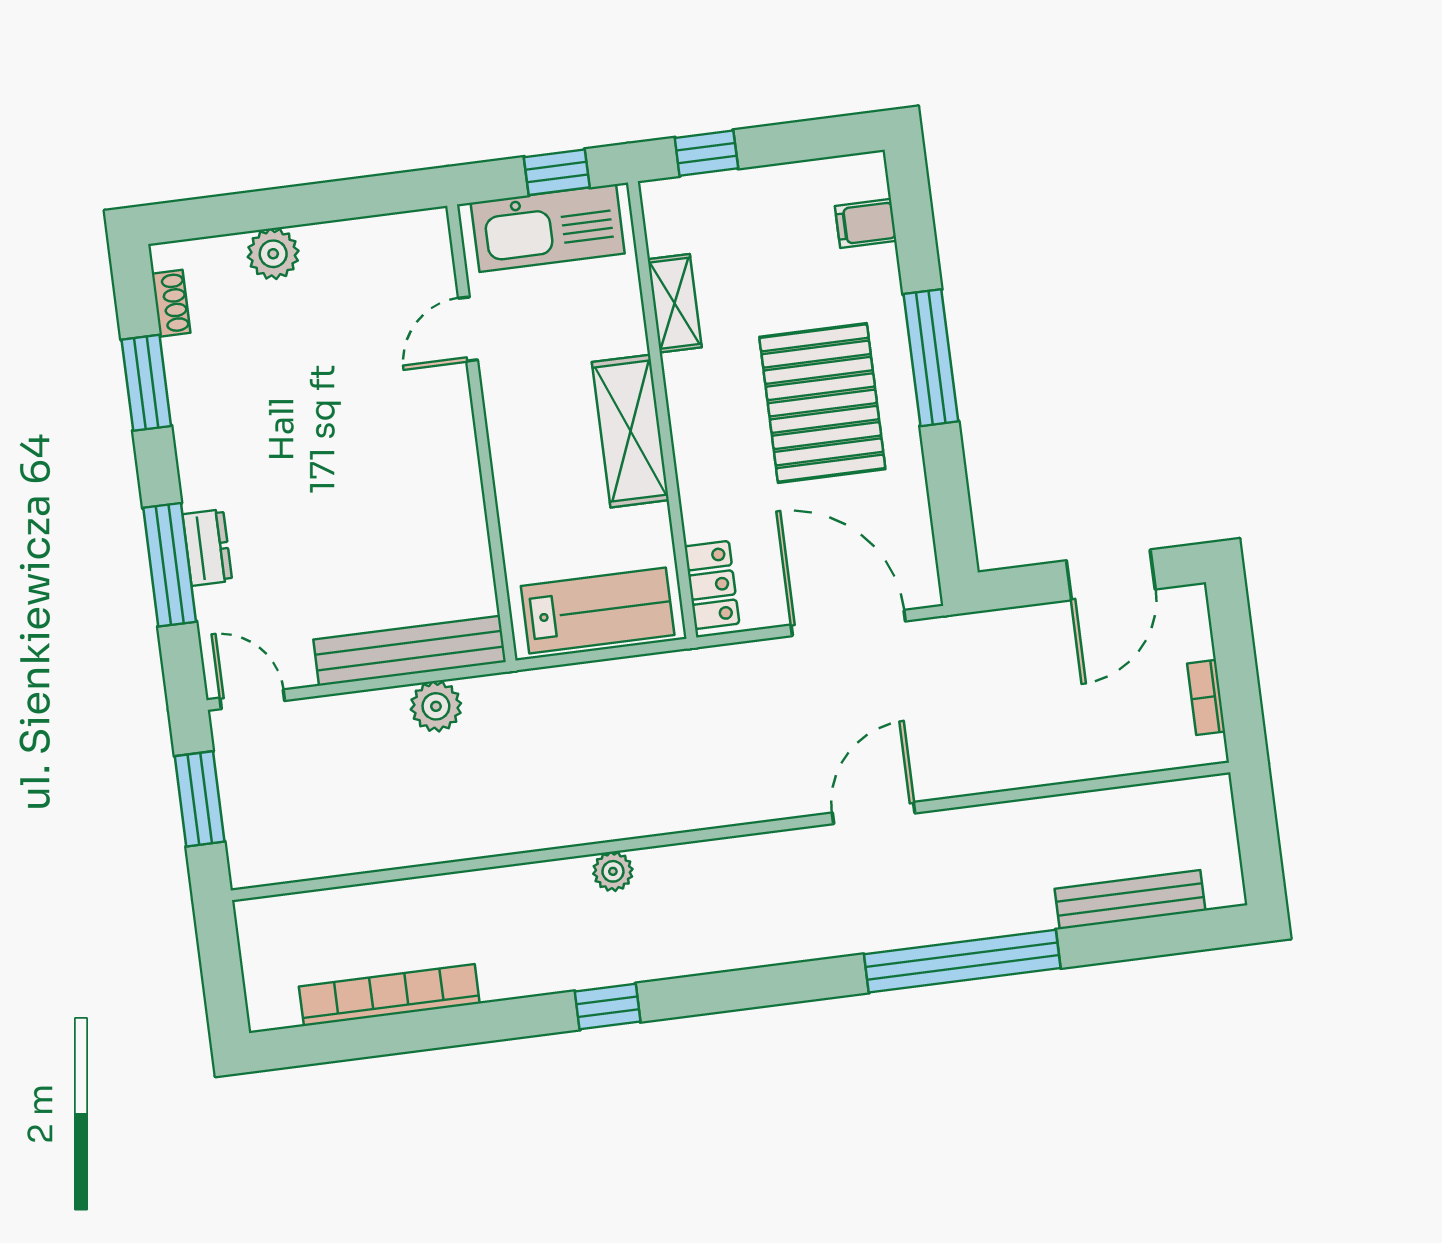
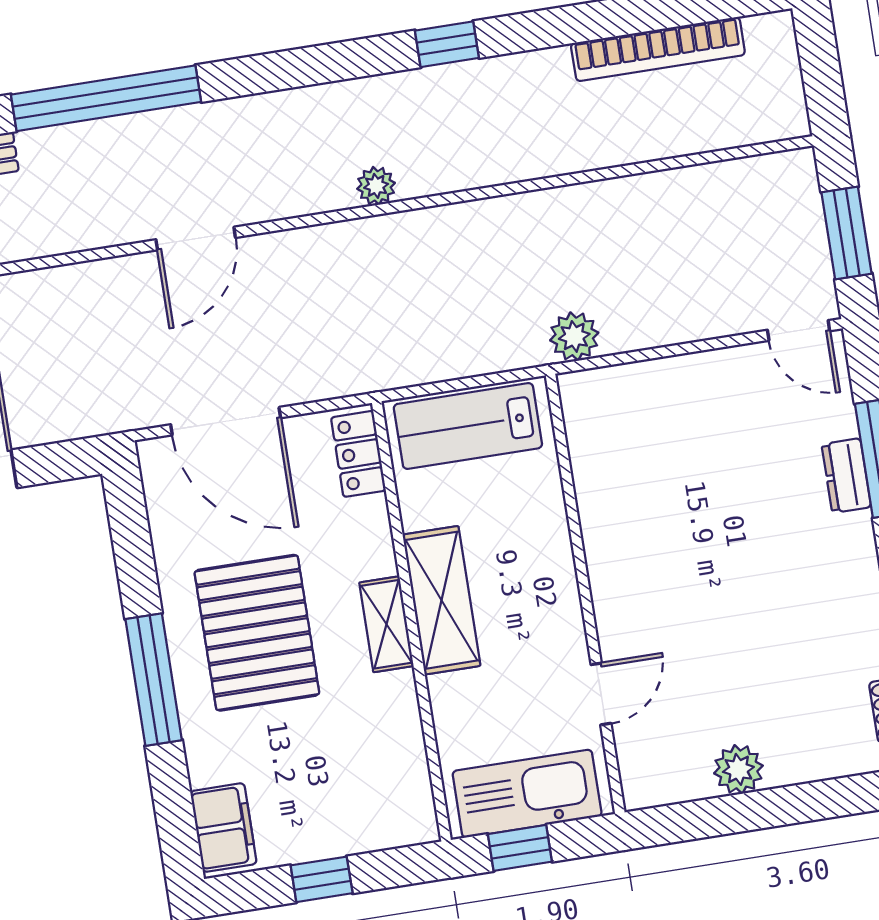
window: (706, 153) -> (322, 879), moved
filing cabinet: (866, 223) -> (223, 828), width x2.00
plant: (273, 254) -> (738, 769), moved
shelving: (675, 303) -> (386, 624), moved
bench: (410, 651) -> (648, 382), removed
plant: (436, 706) -> (574, 336), moved
plant: (613, 871) -> (376, 186), moved

